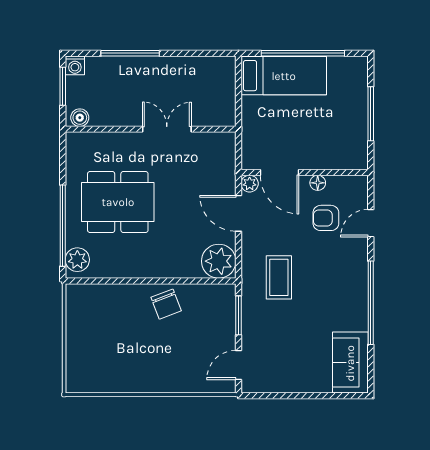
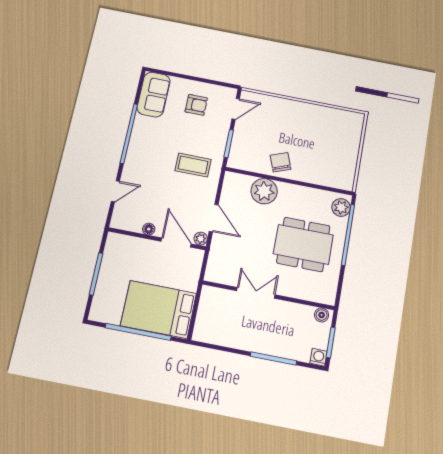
bed: (284, 76) -> (159, 309), width x1.50
double door: (167, 129) -> (256, 293), swing flipped
armchair: (326, 218) -> (196, 105), moved
plant: (219, 261) -> (264, 191), moved
coffee table: (279, 277) -> (193, 165), turned 90

